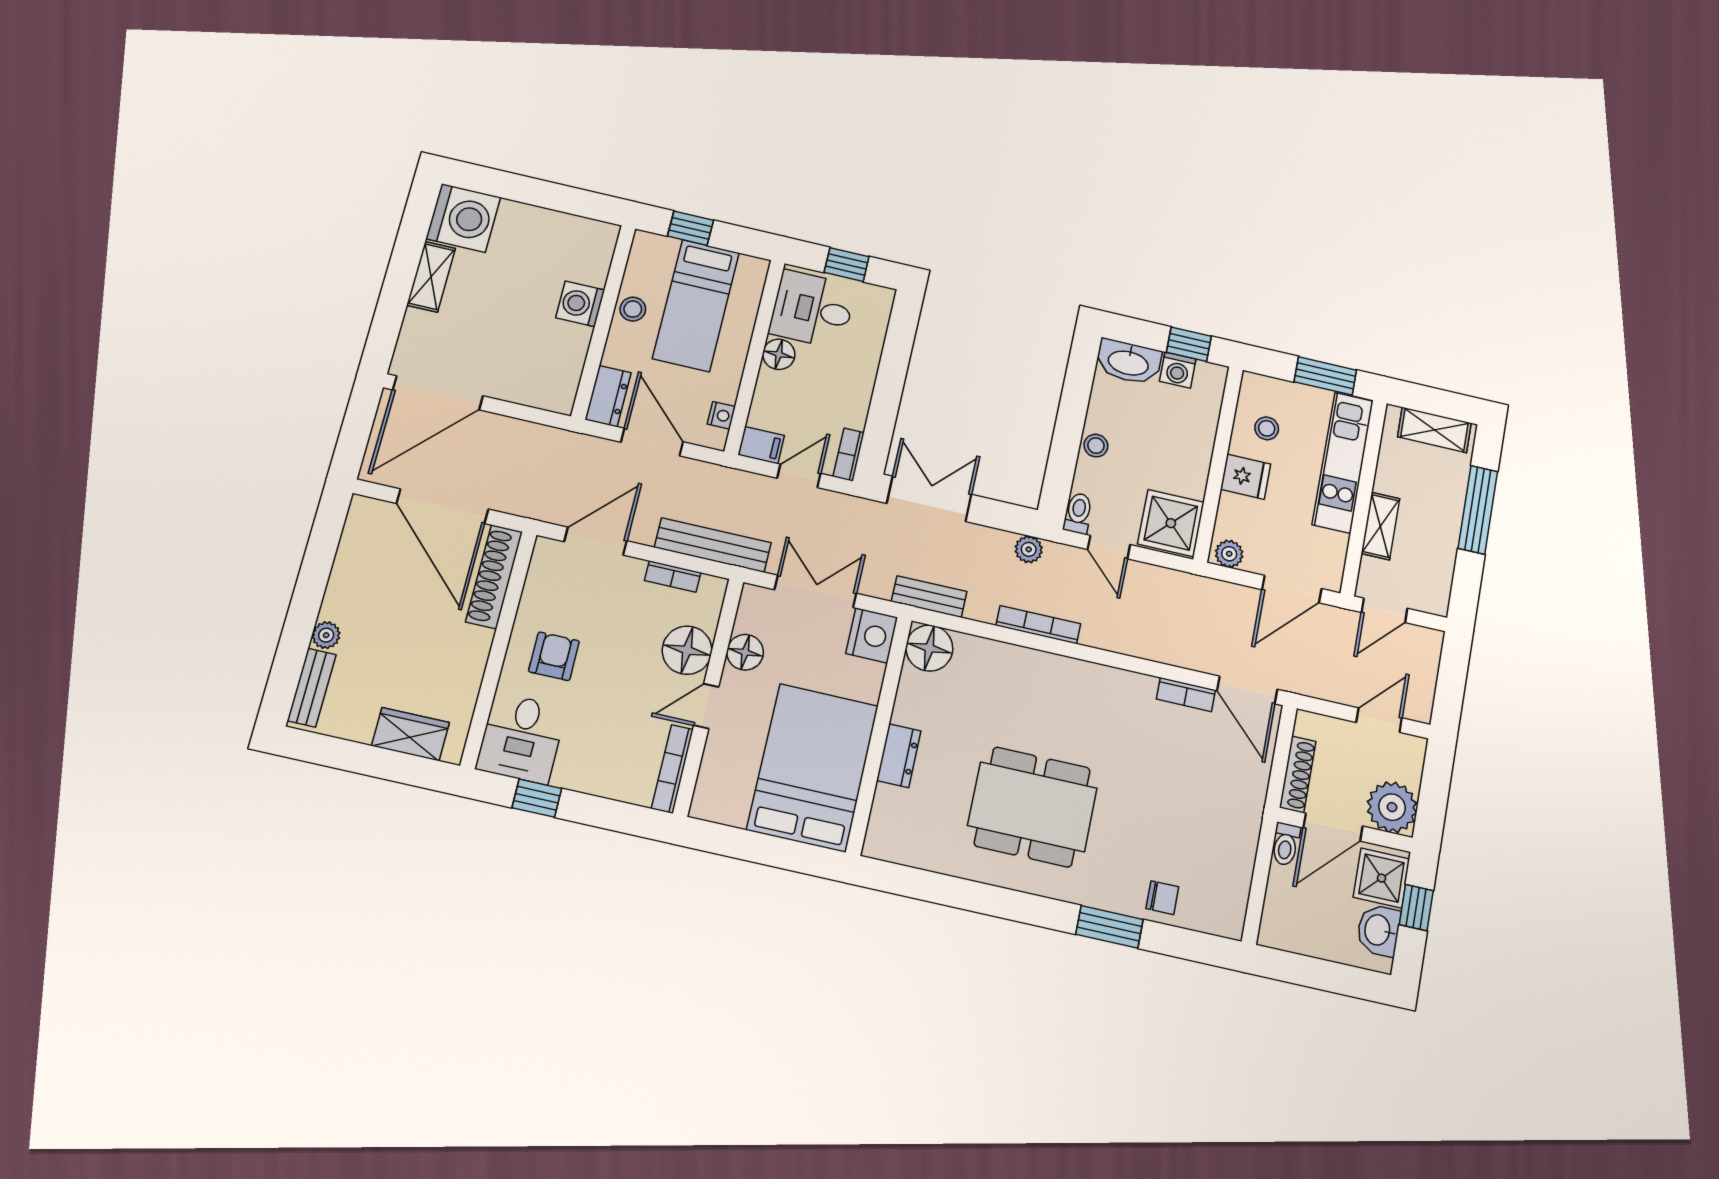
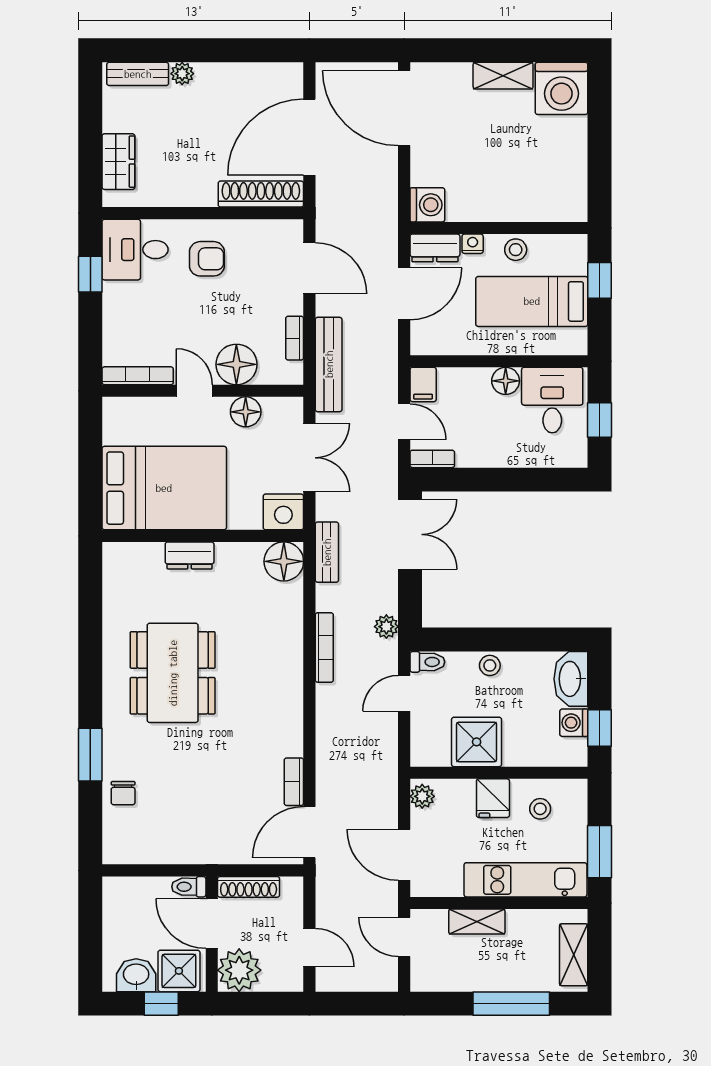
washing machine: (580, 304) -> (427, 205), moved, turned 90
nightstand: (721, 415) -> (473, 244), moved, turned 180
shower: (1171, 523) -> (477, 742), moved

